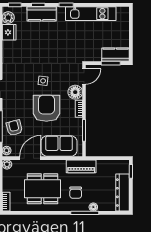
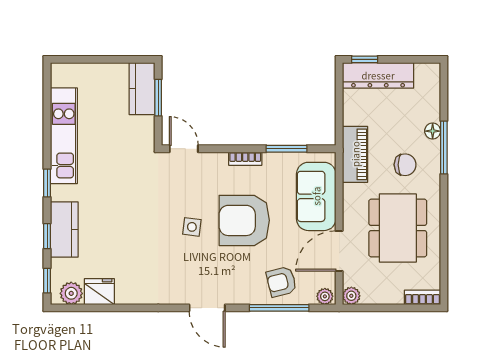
floor lamp: (75, 92) -> (213, 166), removed
door: (30, 158) -> (339, 251), hinge flipped
dresser: (123, 193) -> (378, 75), moved

